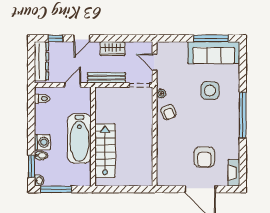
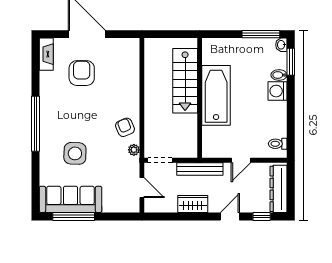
wall: (93, 137) -> (200, 98), moved
bathtub: (79, 139) -> (216, 95), moved
stairs: (105, 151) -> (185, 81), moved

